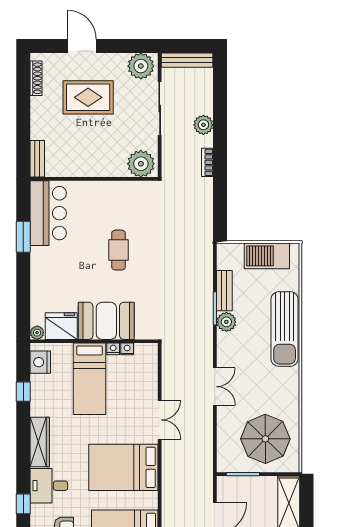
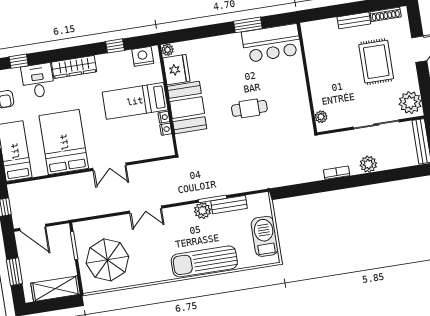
bench: (37, 159) -> (354, 20), moved
plant: (141, 164) -> (321, 117), width x0.53, depth x0.53

